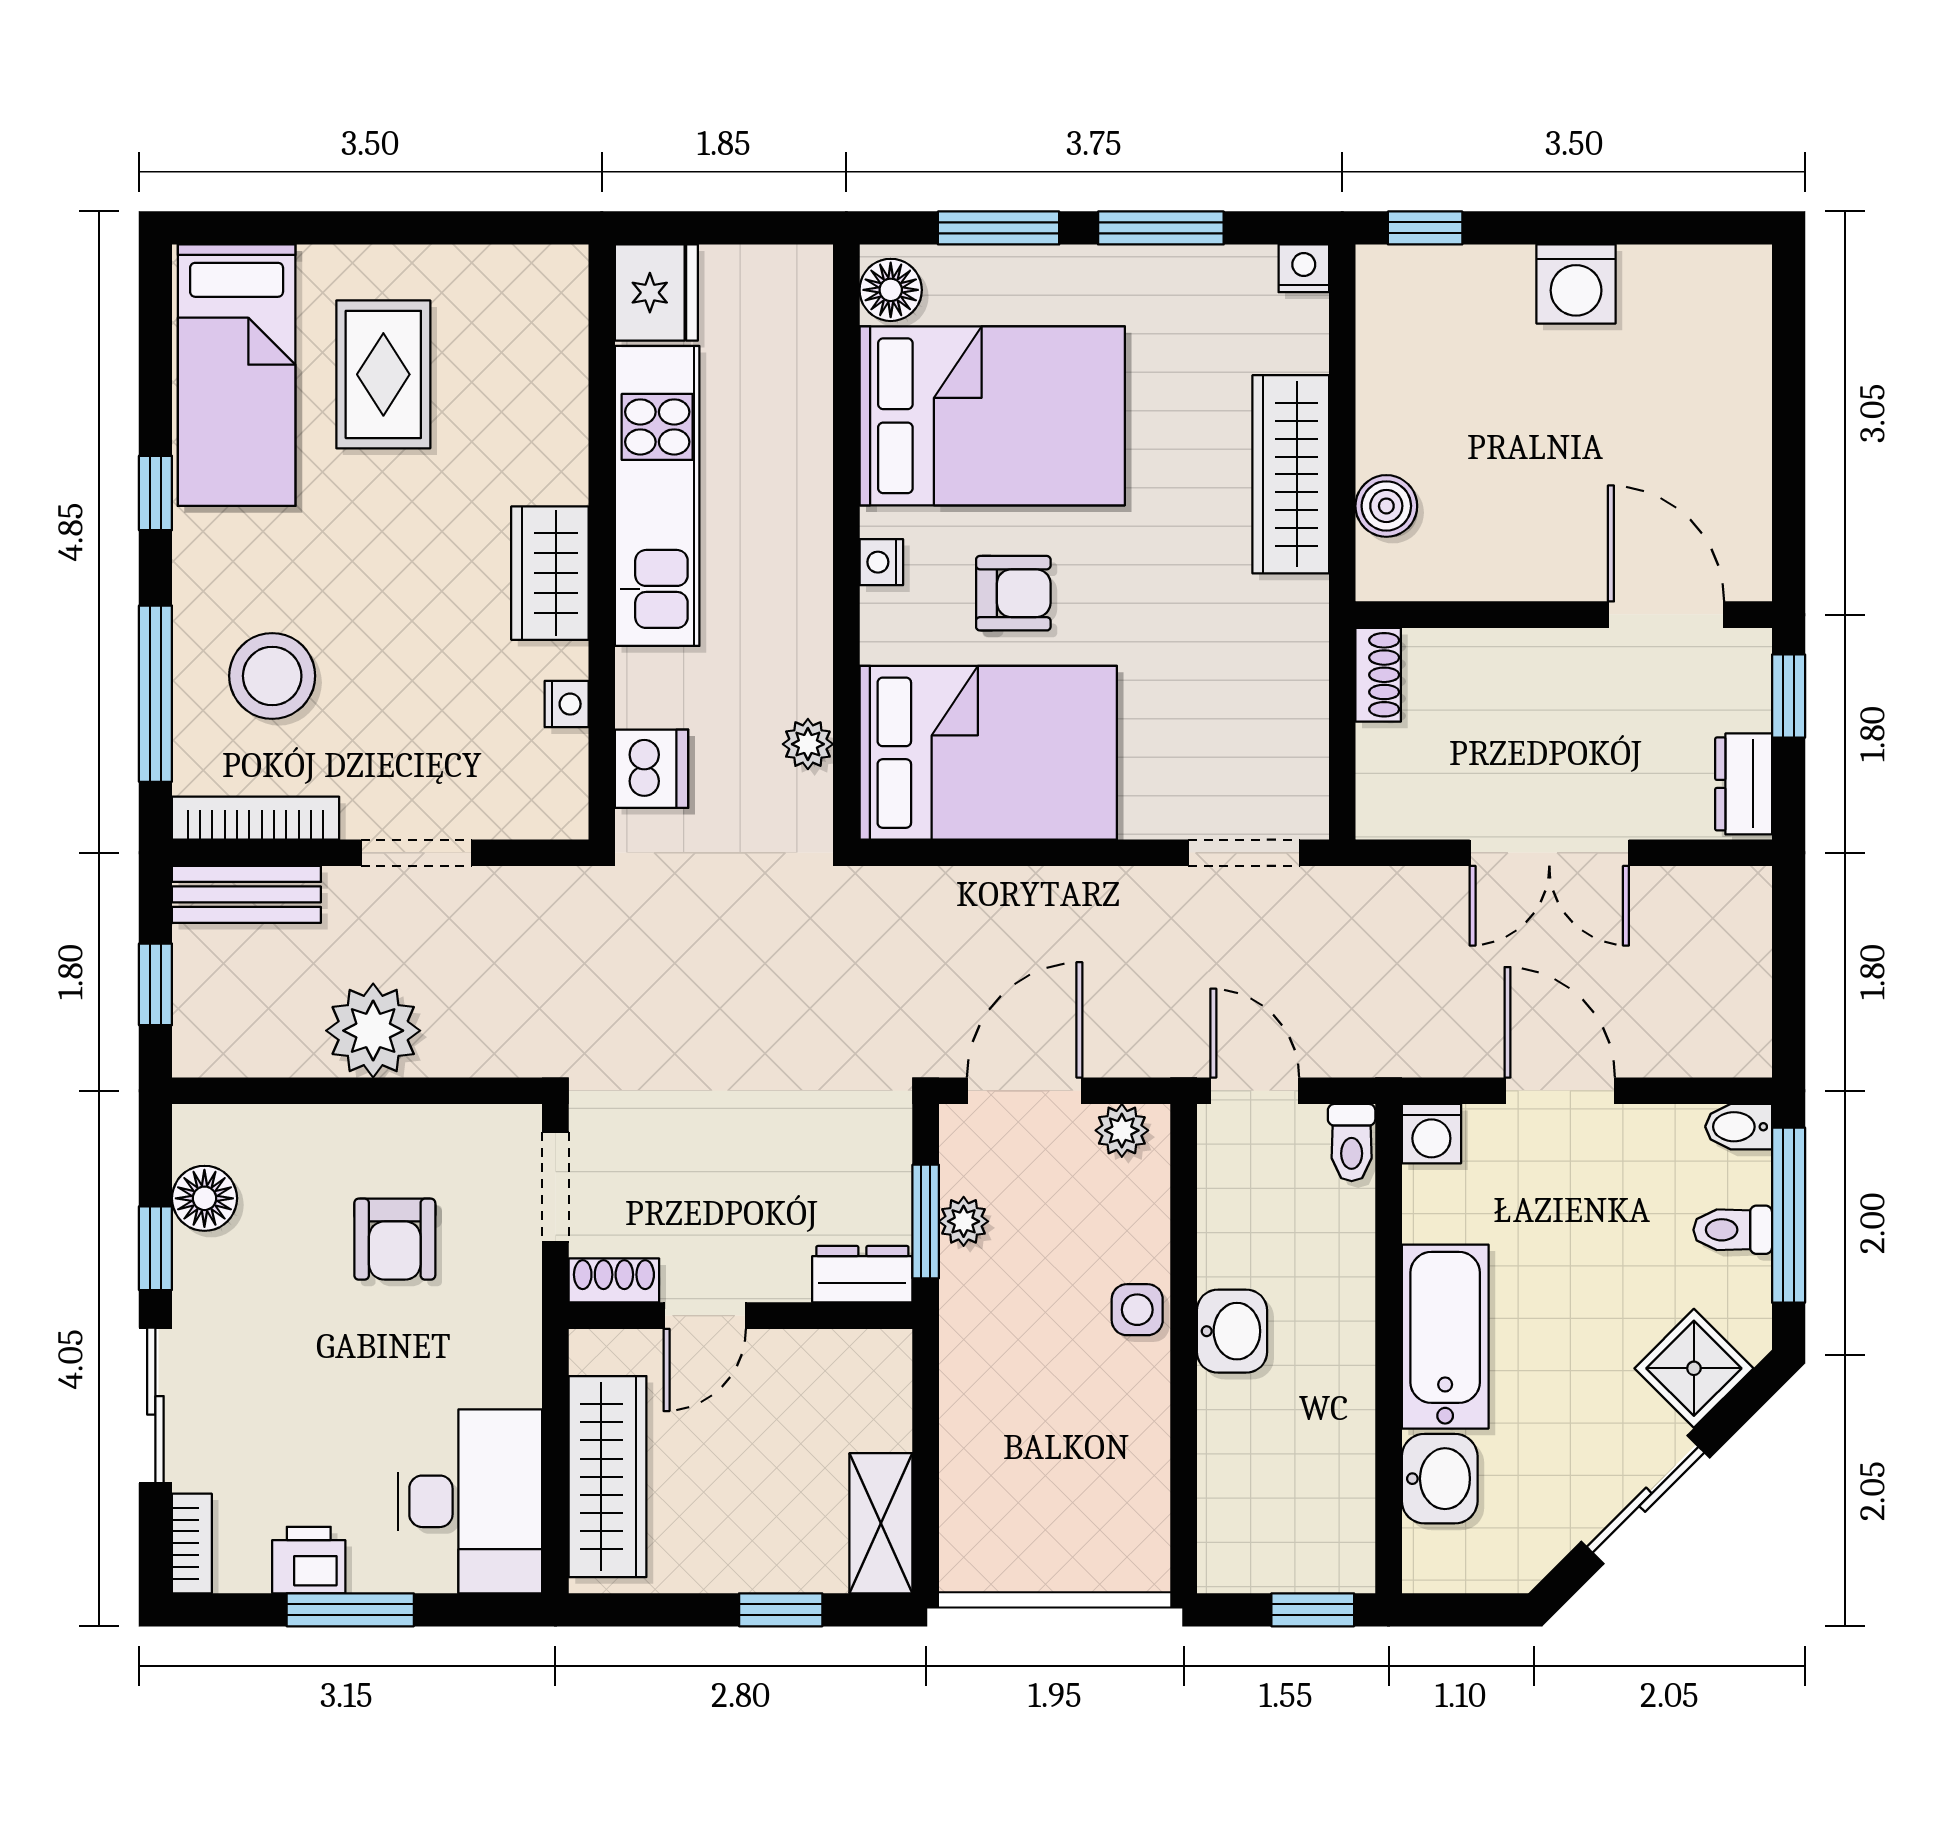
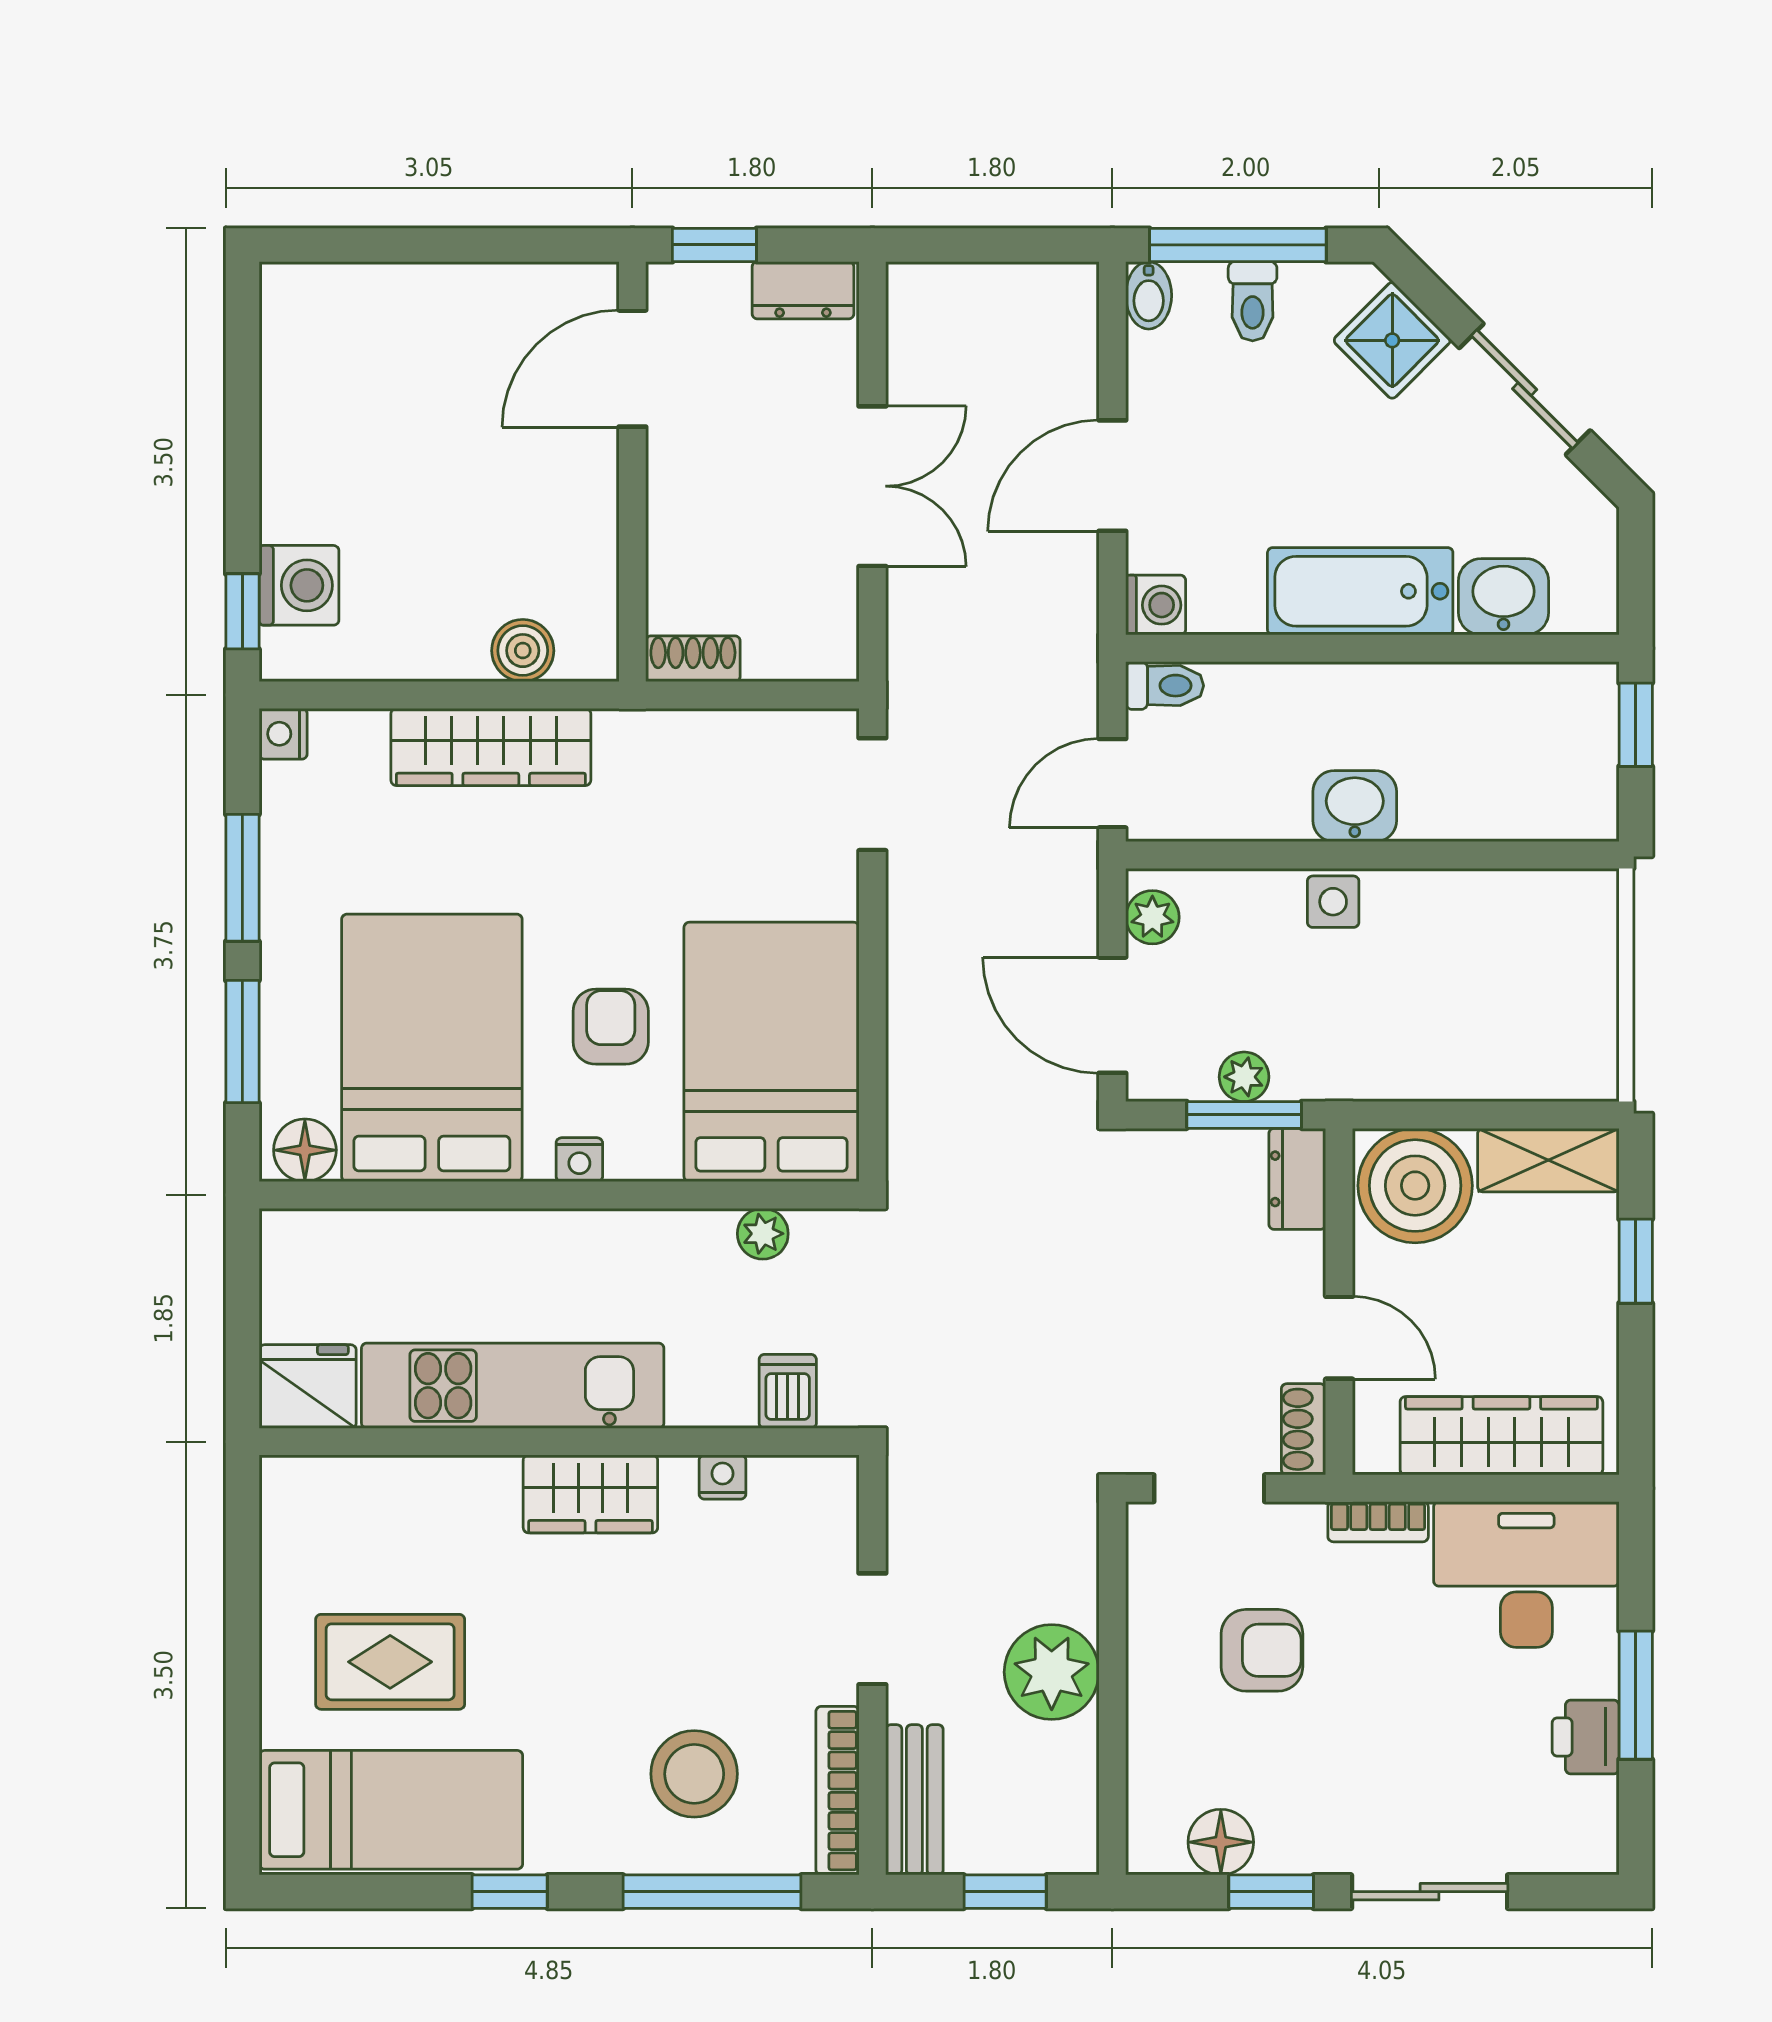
washing machine: (1576, 284) -> (299, 585), moved
dishwasher: (652, 769) -> (788, 1391), width x0.73
boiler: (856, 1391) -> (1415, 1186), added
bookcase: (192, 1543) -> (1378, 1522), moved, turned 180

